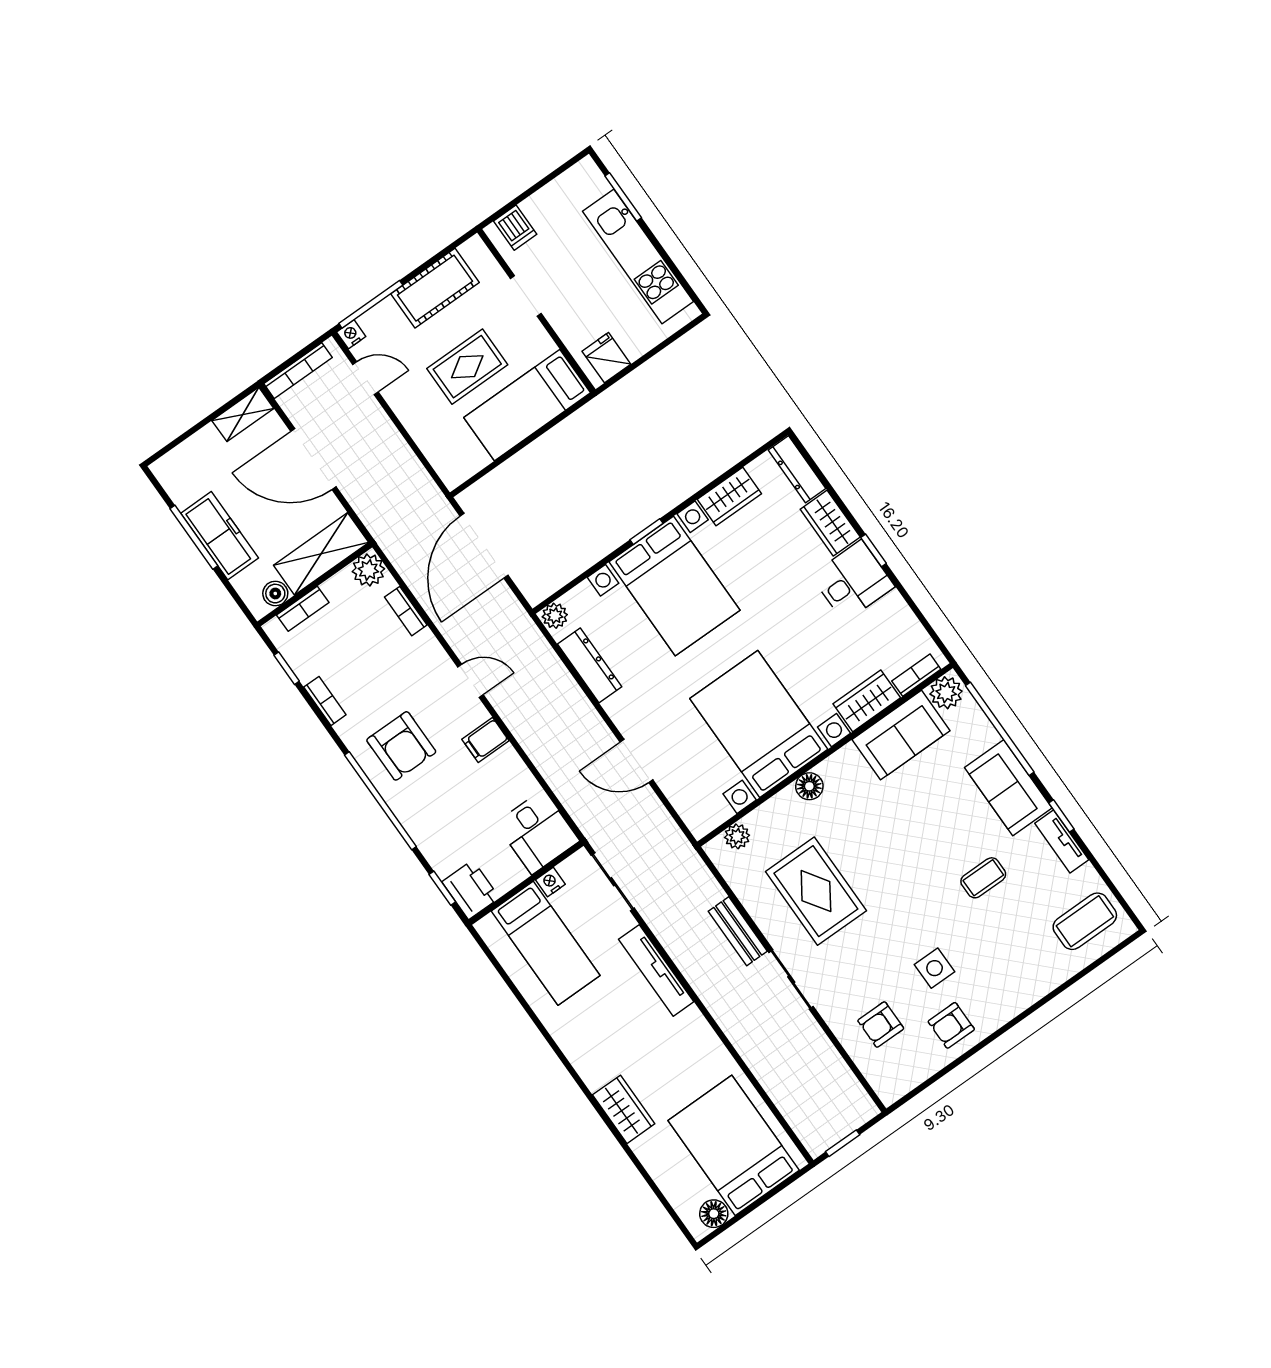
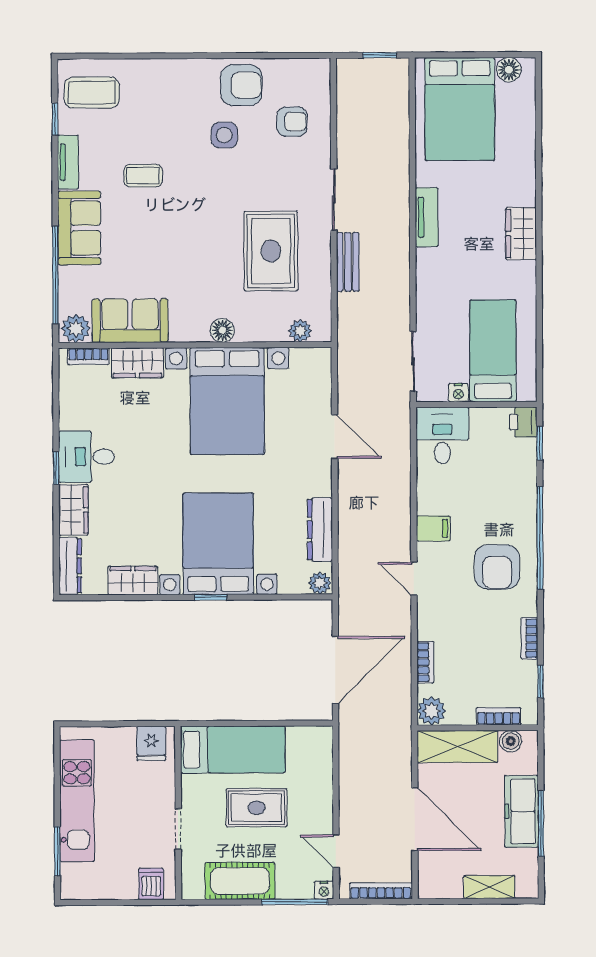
shelving: (243, 414) -> (489, 887), moved
armchair: (401, 746) -> (497, 567), turned 180
window: (1061, 816) -> (55, 119), moved
printer: (471, 890) -> (523, 422), width x0.73, depth x0.81
tv unit: (656, 970) -> (427, 217), moved, width x0.71
armchair: (951, 1025) -> (241, 85), width x1.38, depth x1.38
wardrobe: (624, 1109) -> (521, 234), moved

